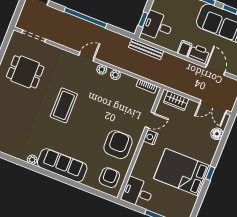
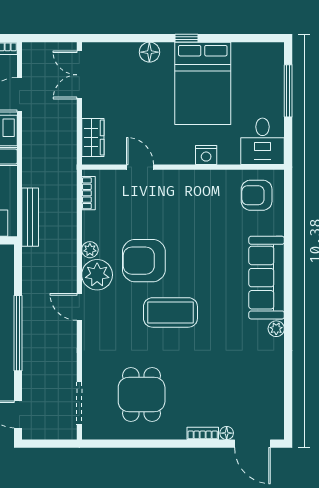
plant: (102, 69) -> (97, 275), width x1.87, depth x1.87
double door: (213, 107) -> (79, 75), swing flipped
floor lamp: (217, 134) -> (149, 52), moved
nightstand: (151, 137) -> (206, 155), moved
armchair: (118, 145) -> (144, 261), moved

